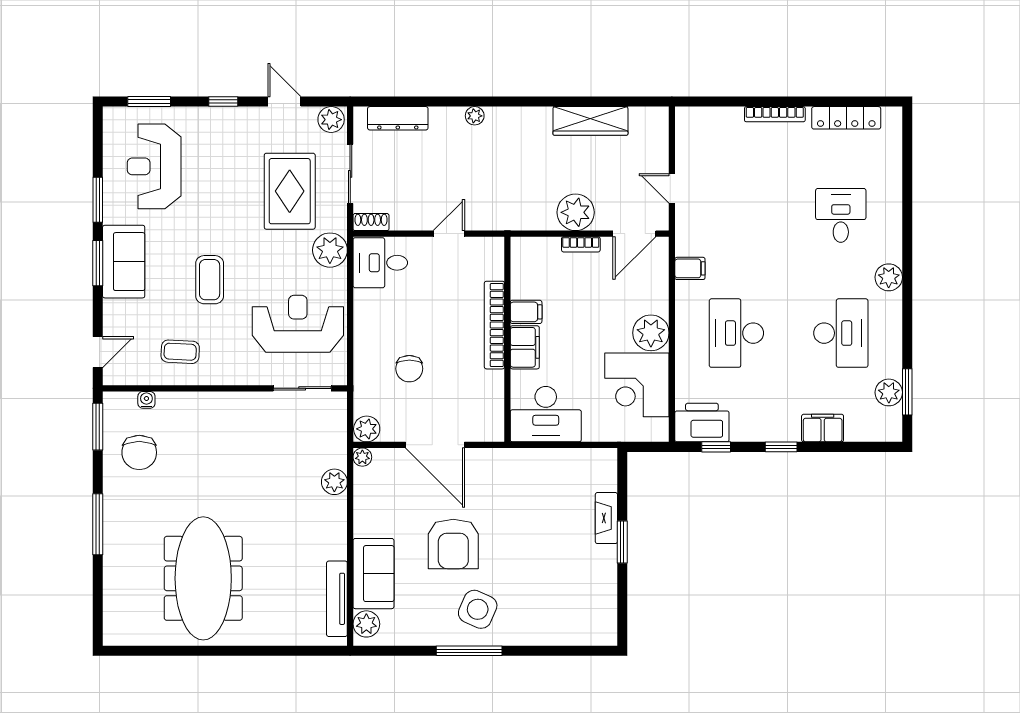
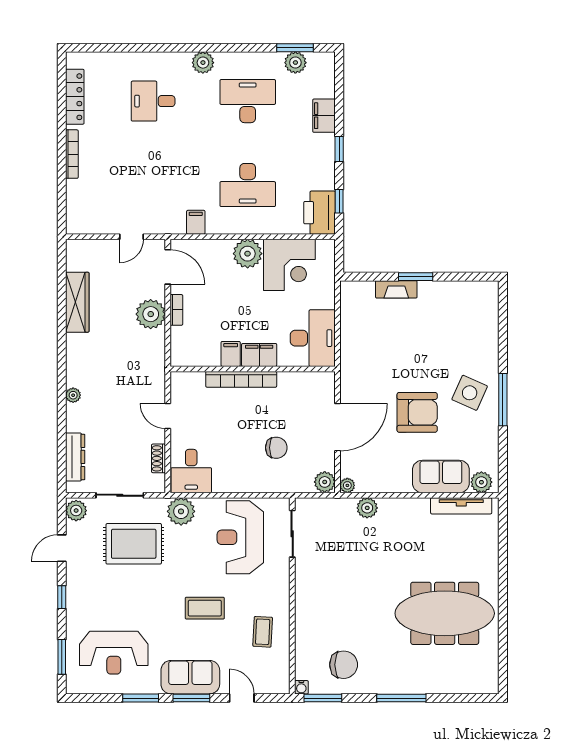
shoe rack: (371, 222) -> (159, 458), moved
door: (98, 352) -> (242, 698), moved
water cooler: (146, 400) -> (301, 687), moved, turned -90

